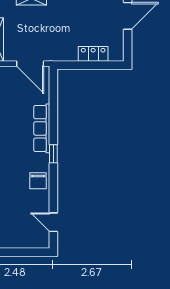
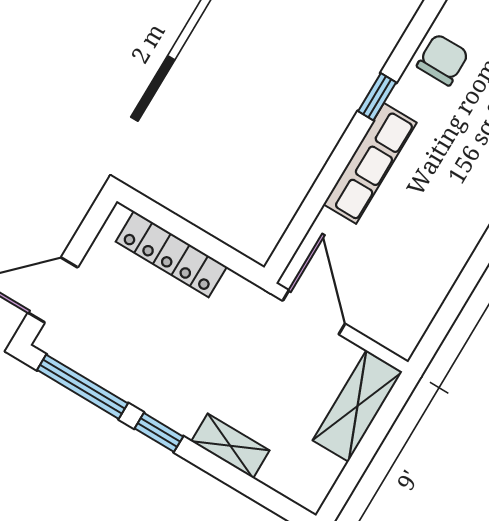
locker: (93, 54) -> (171, 254), width x1.53

